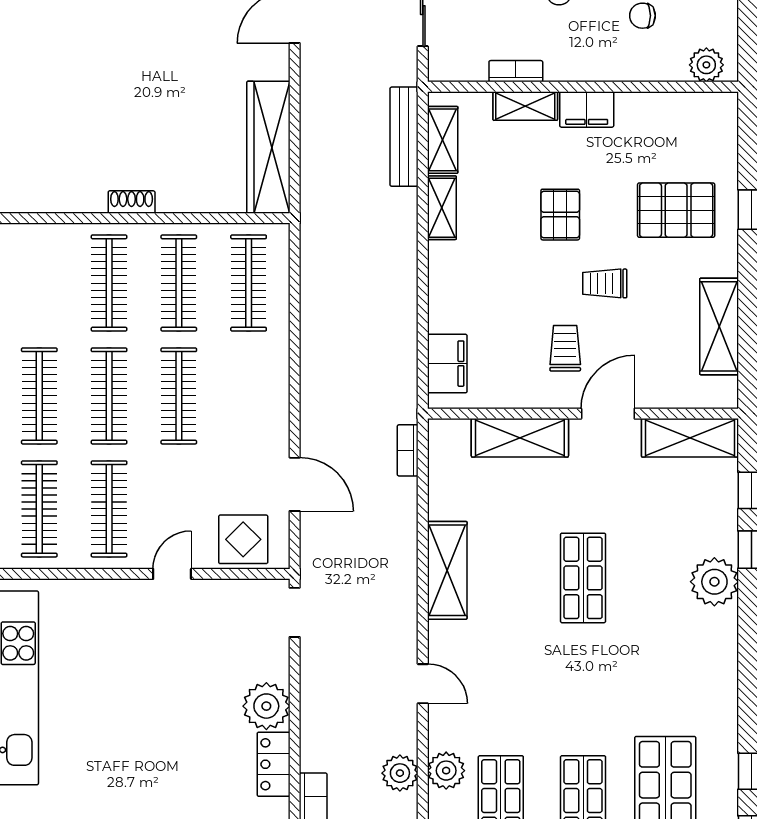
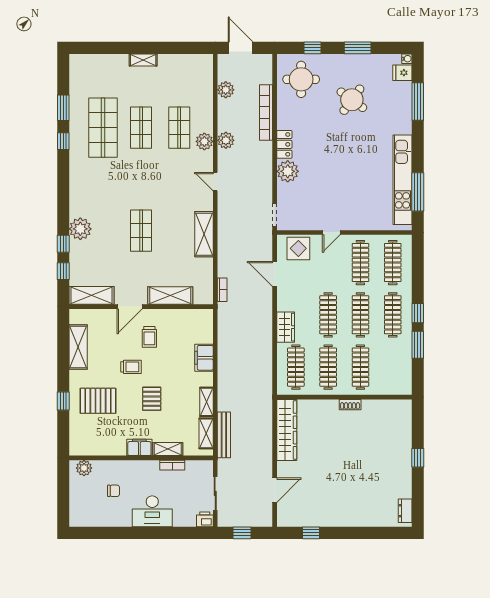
filing cabinet: (447, 364) -> (204, 358), moved
wardrobe: (271, 370) -> (286, 327), added

